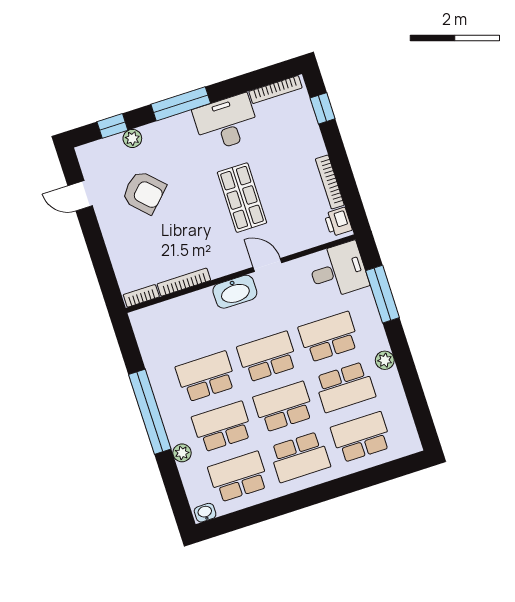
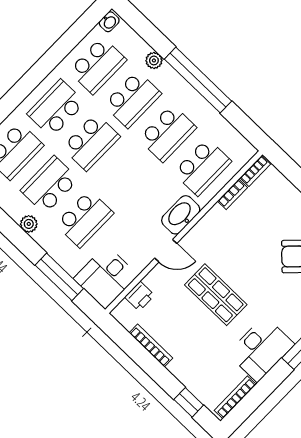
printer: (338, 222) -> (140, 296), moved, turned 90
bookcase: (184, 282) -> (232, 194), width x0.64
school desk: (267, 357) -> (202, 167), moved

